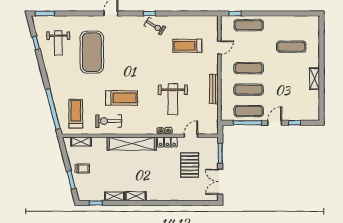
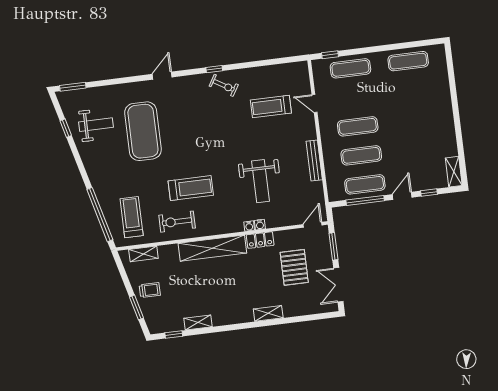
weight bench: (58, 43) -> (96, 125), turned -90
door: (219, 47) -> (315, 103), swing flipped
exercise mat: (291, 47) -> (408, 61), moved
shelving: (314, 79) -> (454, 172), moved
door: (191, 136) -> (313, 225), moved
shelving: (136, 196) -> (268, 313), moved

